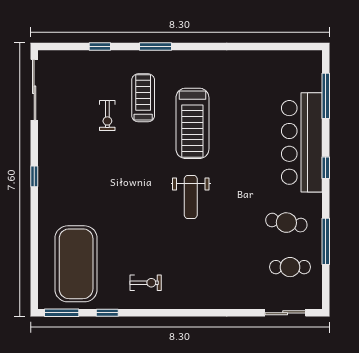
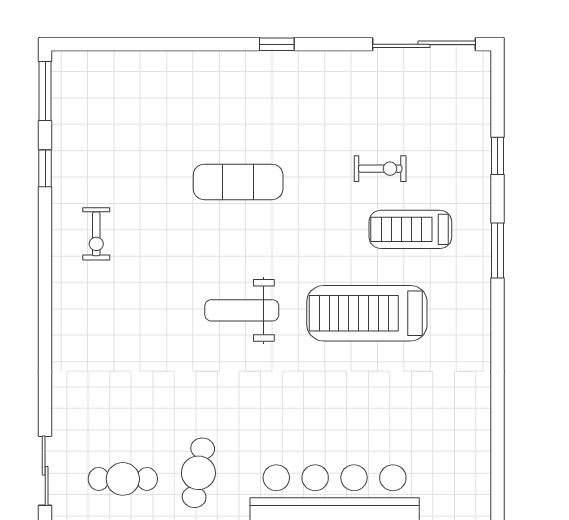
treadmill: (143, 98) -> (410, 229), turned 180
exercise bike: (107, 116) -> (380, 169), turned 180
exercise mat: (76, 264) -> (238, 182), moved, width x0.50, depth x0.69
cafe table: (290, 267) -> (123, 479), turned 90

